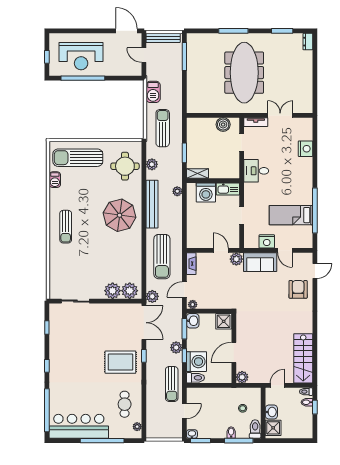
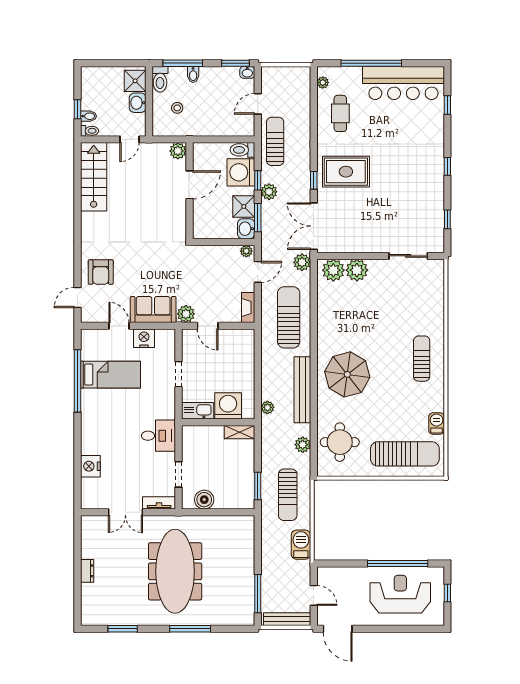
dresser: (308, 42) -> (87, 571), moved
window: (184, 153) -> (258, 486), moved
shower: (224, 321) -> (244, 206), moved
window: (47, 410) -> (447, 105), width x0.32

